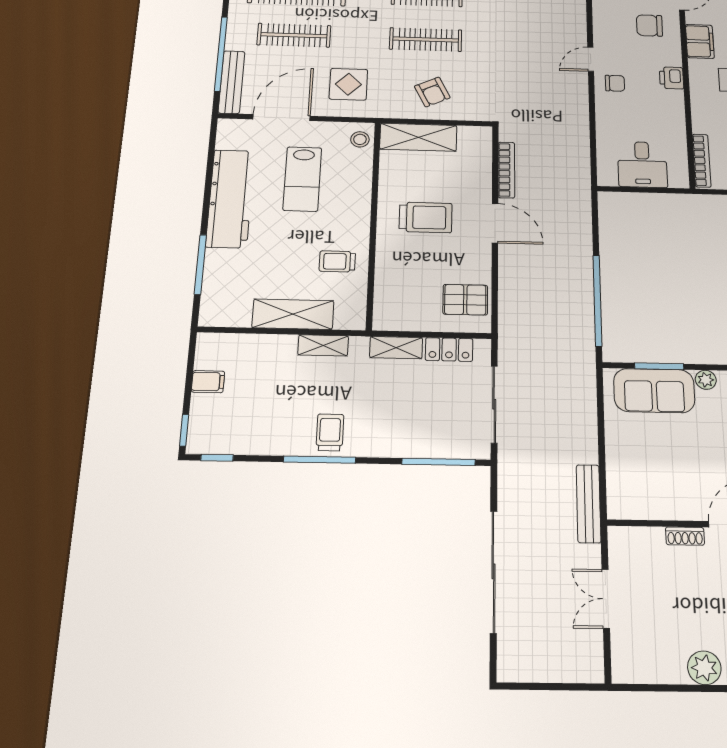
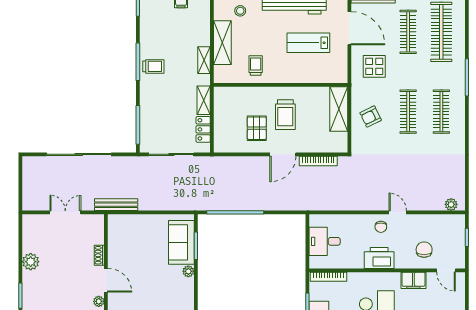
printer: (671, 78) -> (379, 258), width x1.87, depth x1.48
stool: (360, 139) -> (240, 11), moved
pallet: (465, 300) -> (257, 128), moved

